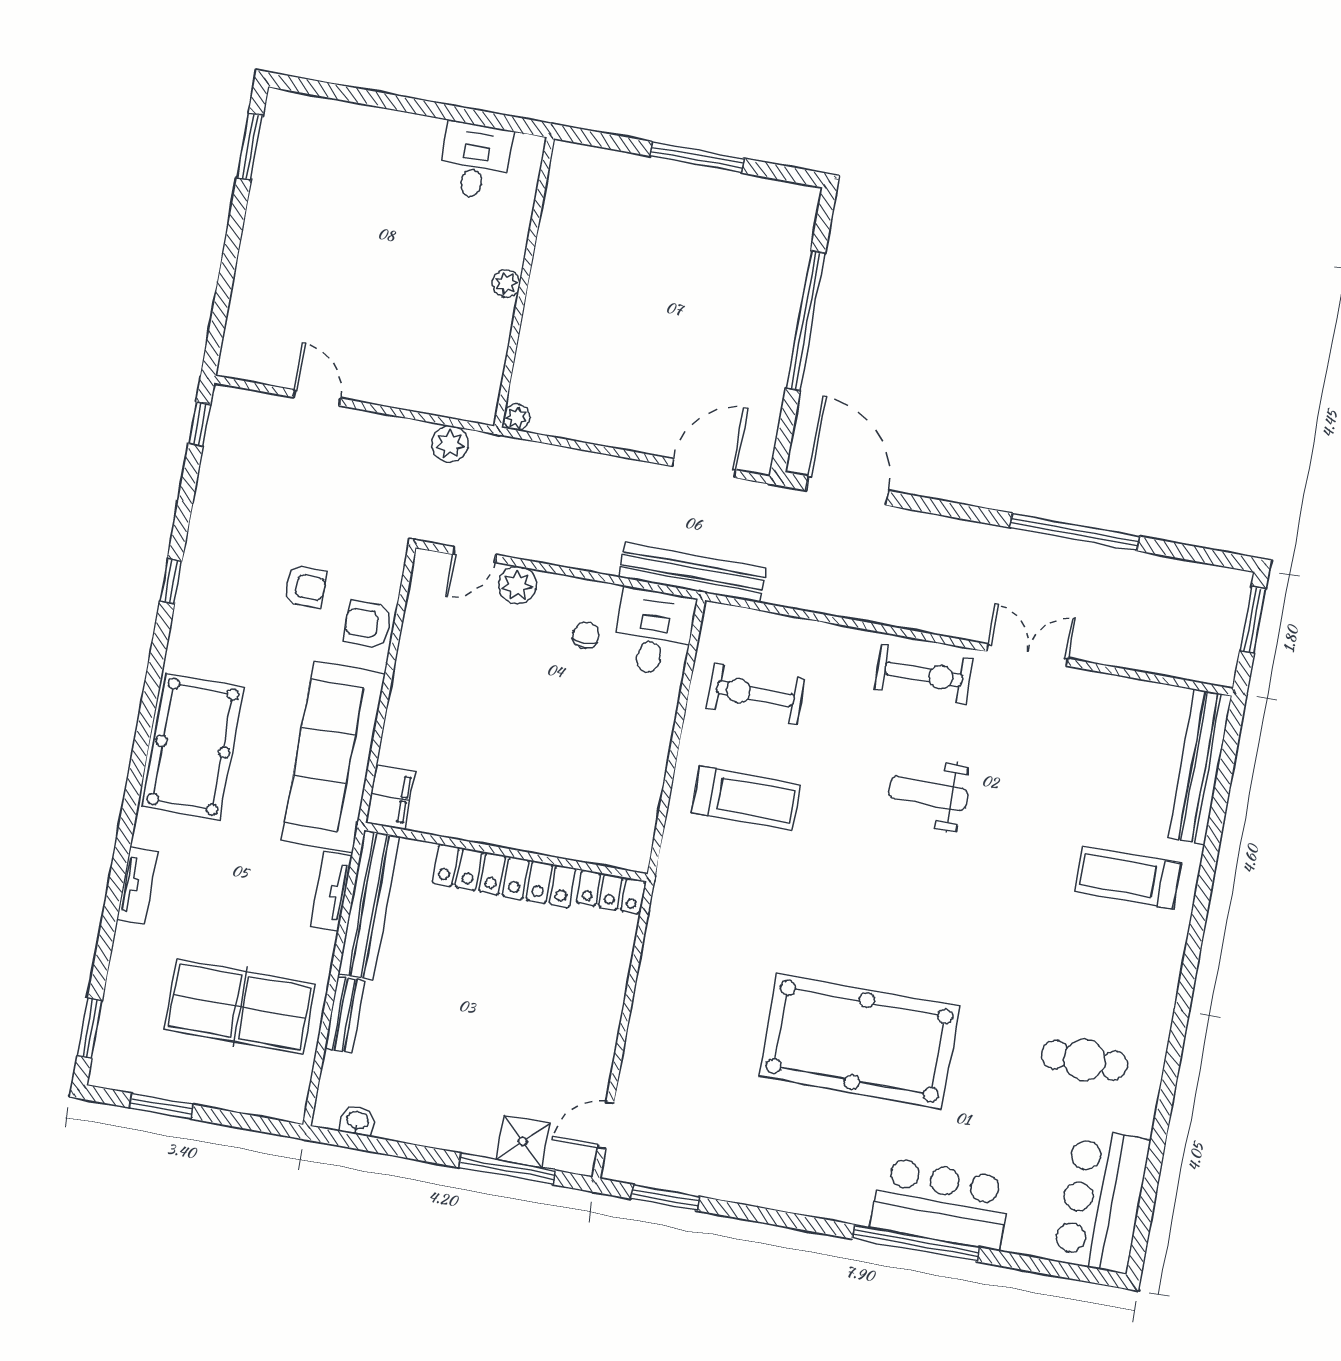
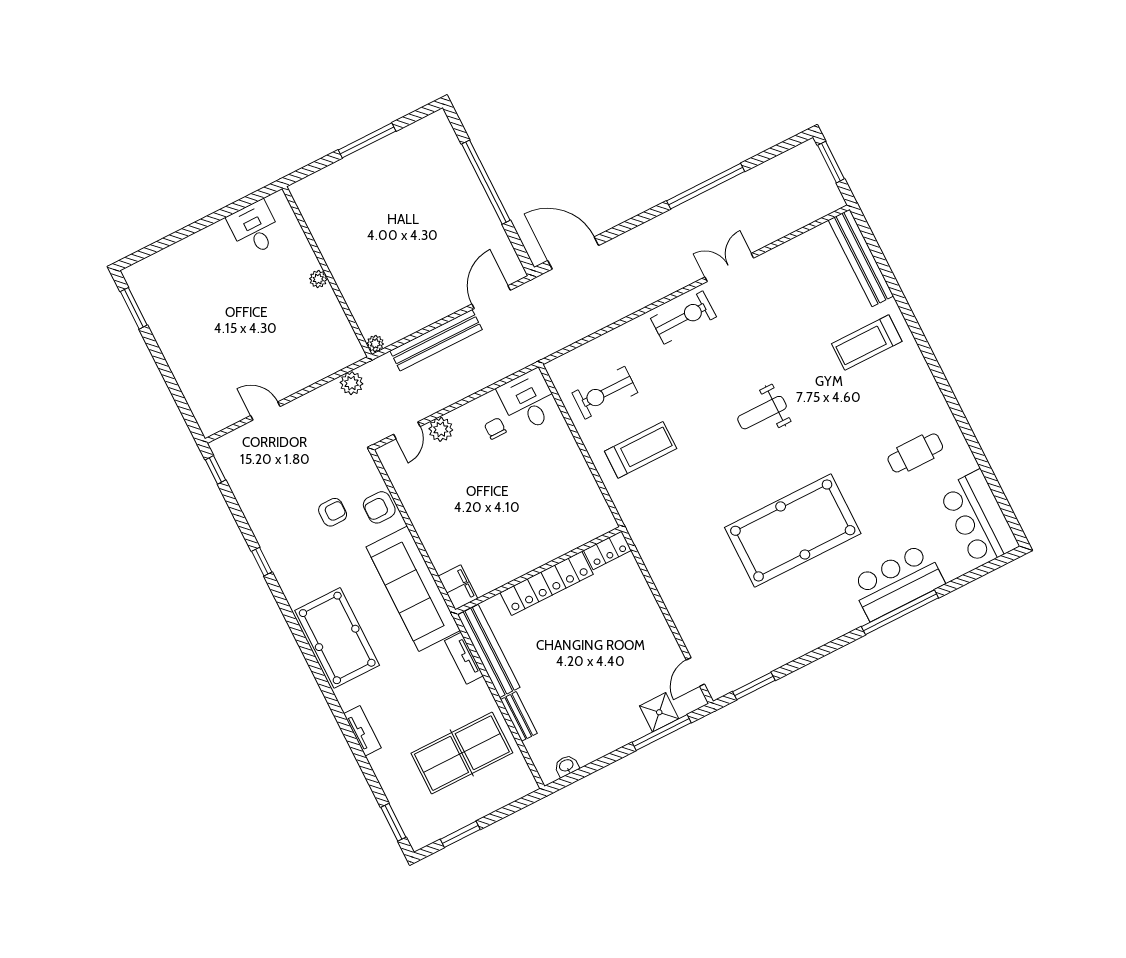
bench: (692, 572) -> (436, 340), moved
weight bench: (928, 794) -> (762, 413), moved

